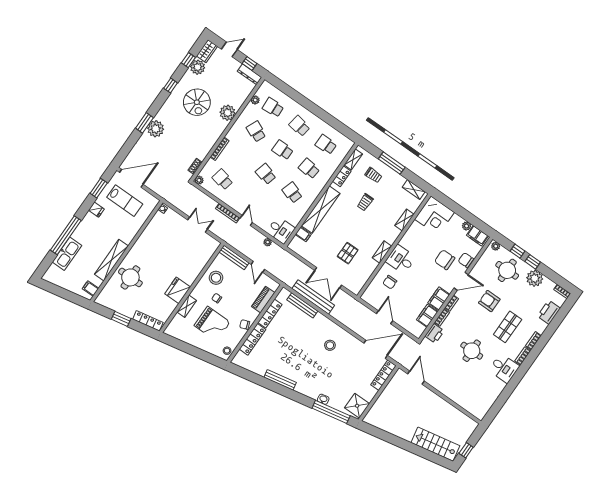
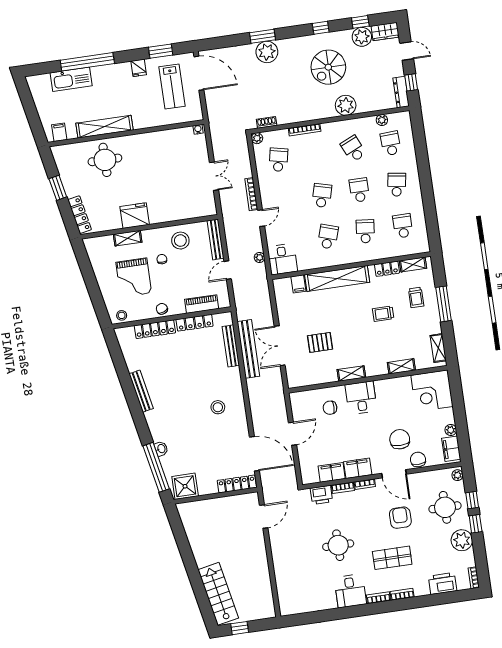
school desk: (256, 131) -> (353, 149), turned -48

